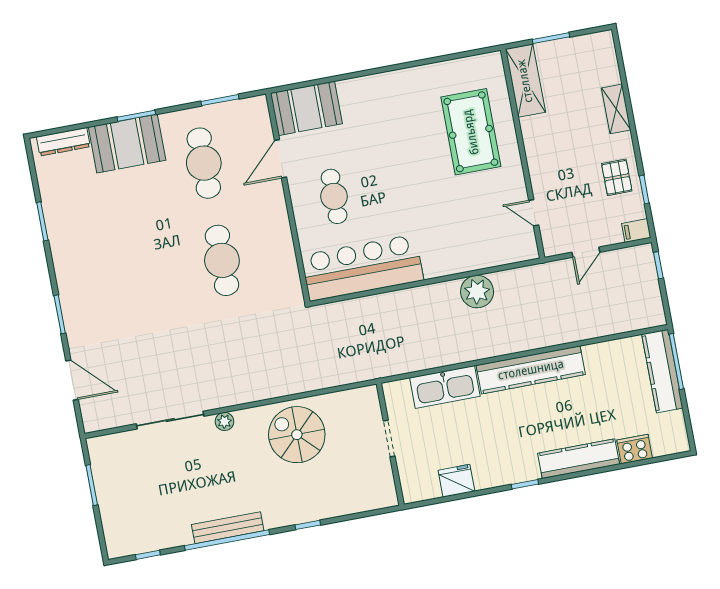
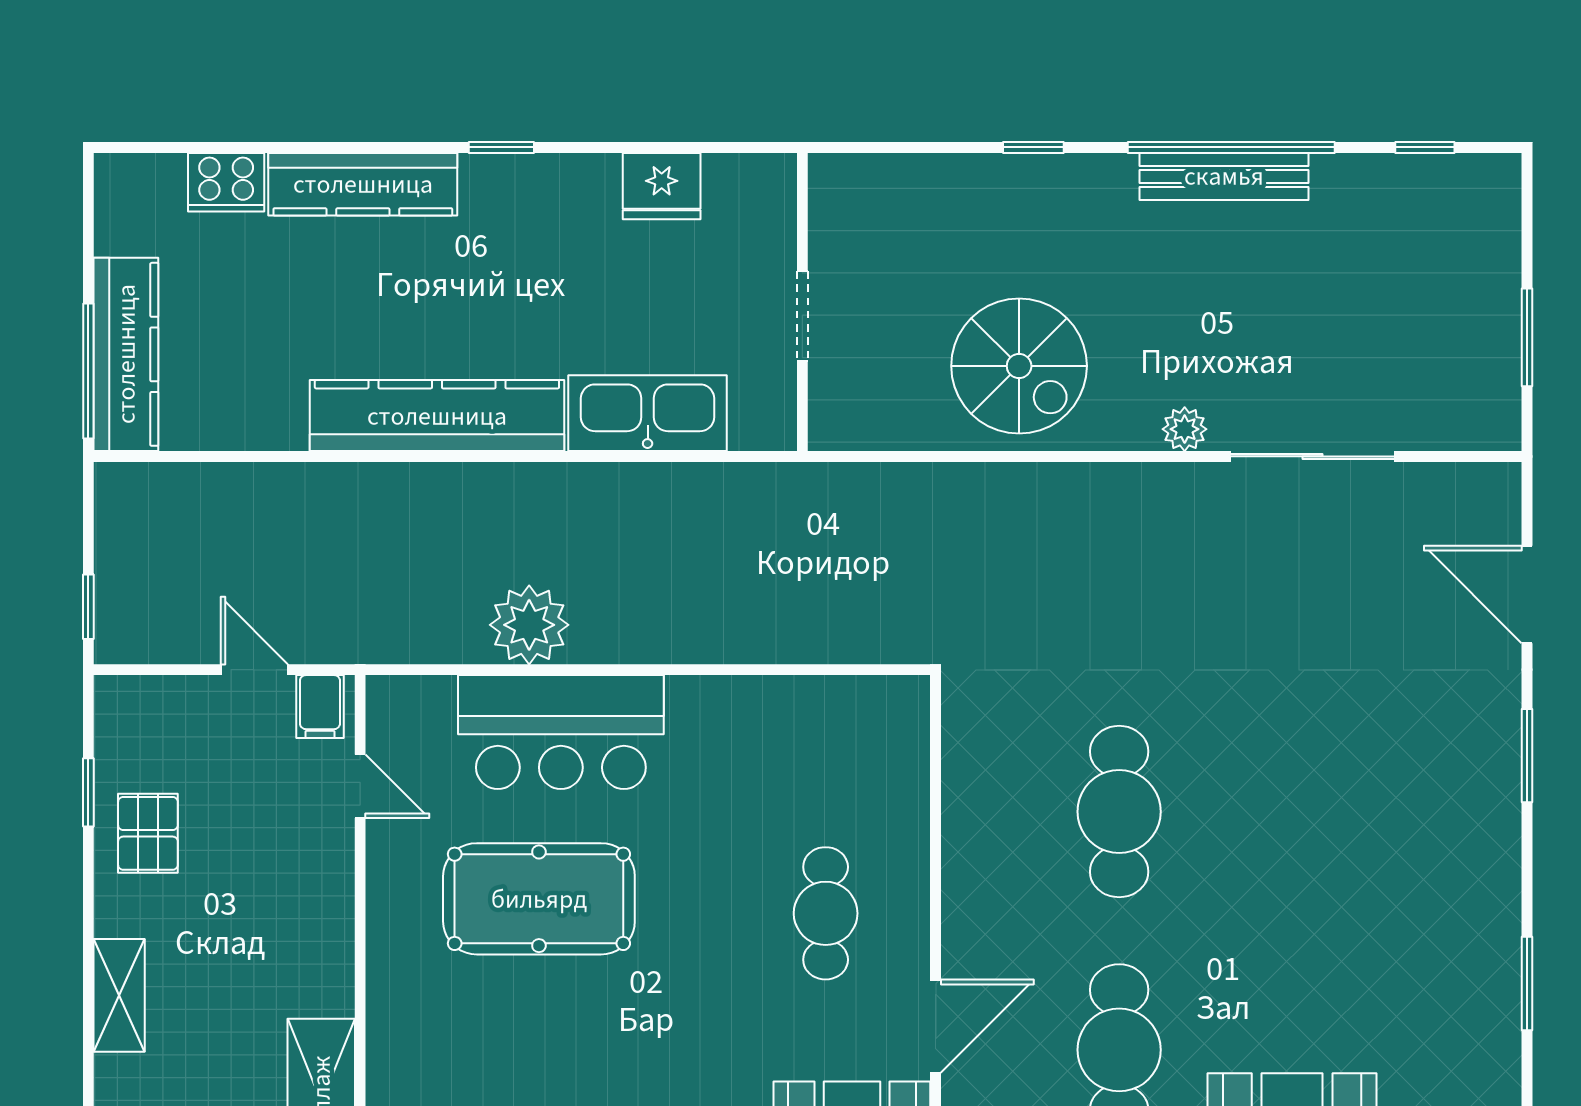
pool table: (471, 132) -> (539, 899), moved, turned 90
filing cabinet: (636, 231) -> (320, 707), moved, turned 90
door: (586, 252) -> (254, 670), hinge flipped
bar counter: (362, 268) -> (561, 732), moved, width x0.73

